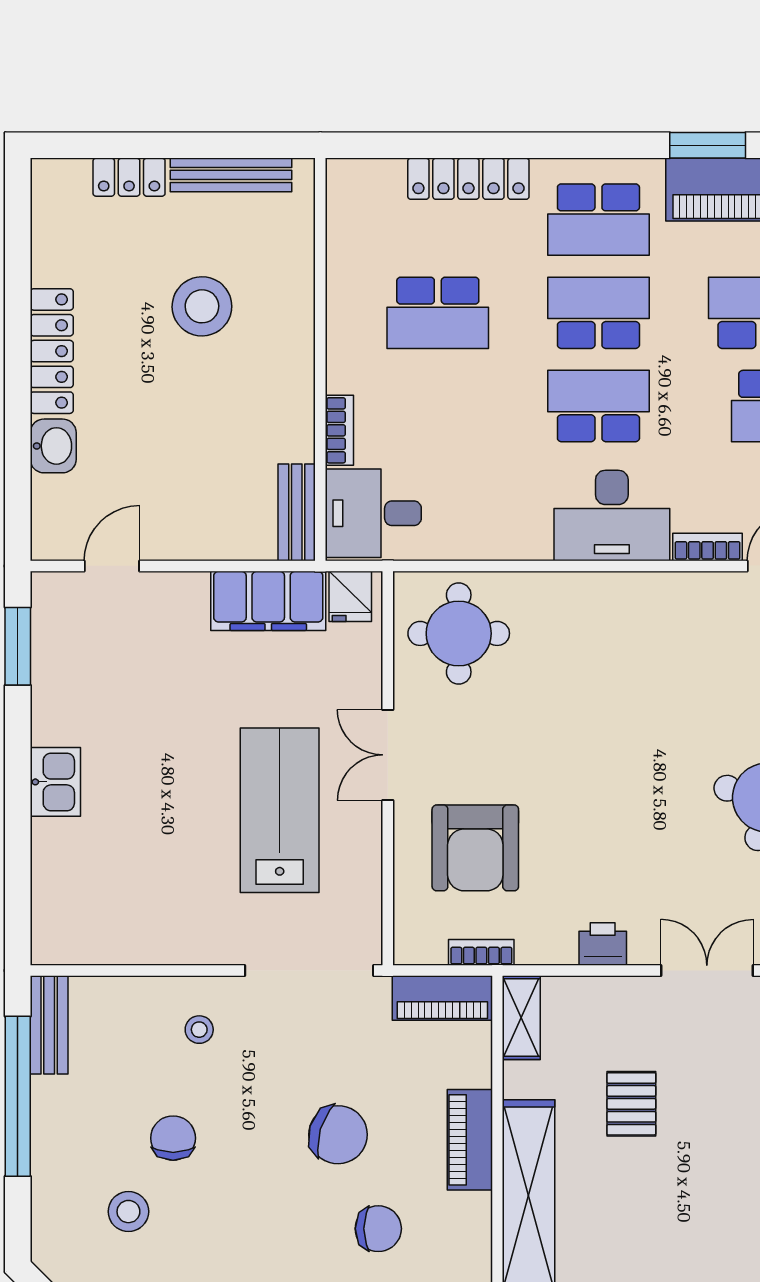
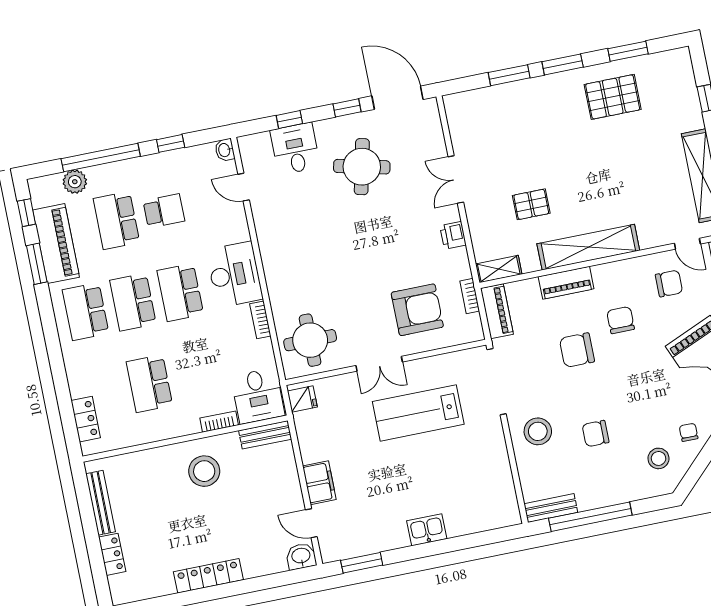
locker: (468, 179) -> (86, 419), moved, width x0.66
school desk: (598, 220) -> (86, 312), turned 180
stool: (202, 306) -> (204, 471), moved
school desk: (438, 313) -> (149, 384), turned 180
washbasin: (53, 446) -> (301, 556), moved
bookcase: (708, 547) -> (260, 320), moved
filing cabinet: (268, 601) -> (319, 483), moved, width x0.67, depth x0.86
stool: (199, 1030) -> (538, 431), width x1.89, depth x1.89
chair: (338, 1135) -> (577, 350), turned -107
stool: (128, 1212) -> (658, 458), moved

